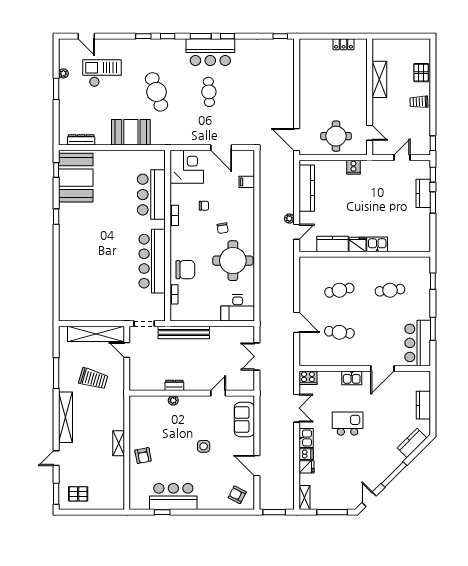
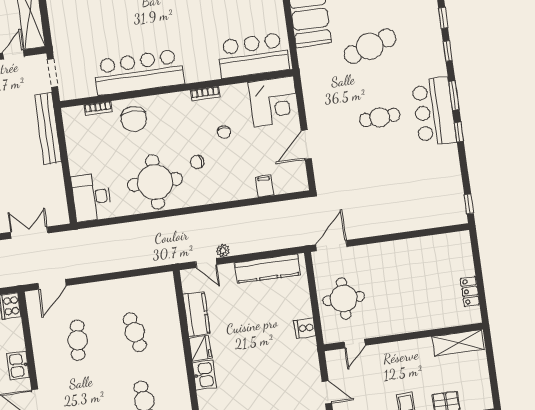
shelving: (379, 79) -> (458, 343), moved
bar counter: (151, 195) -> (253, 55), moved
door: (297, 322) -> (52, 284), moved

